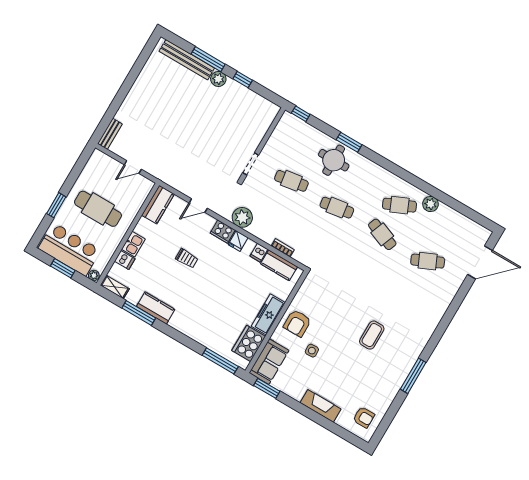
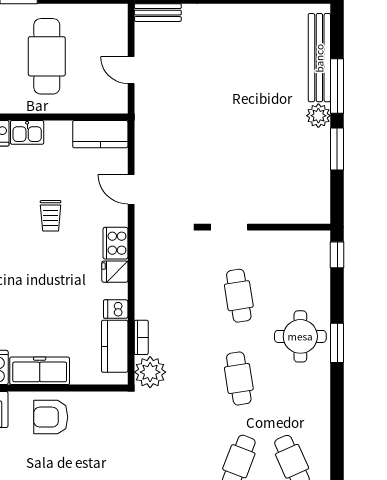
window: (243, 80) -> (337, 149), width x1.50
plant: (242, 217) -> (150, 372), moved
side table: (312, 351) -> (25, 459), removed

